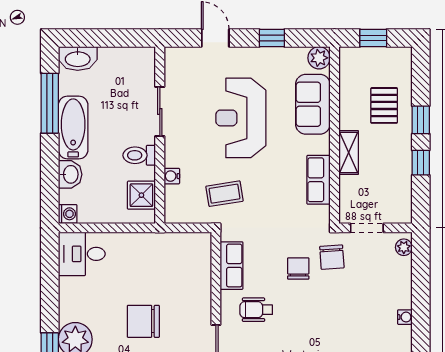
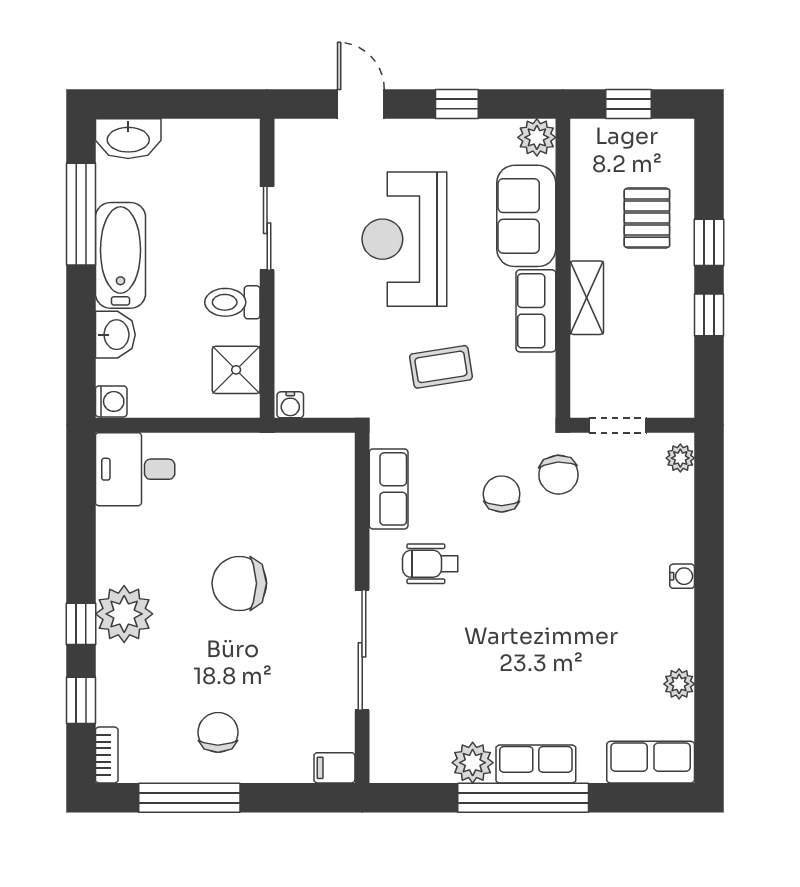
water cooler: (172, 176) -> (290, 405), moved, turned -90
row of seats: (319, 180) -> (536, 311), moved
coffee table: (225, 194) -> (441, 367), moved

